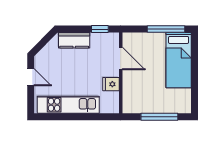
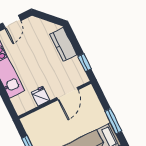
window: (166, 29) -> (113, 121), width x0.69

